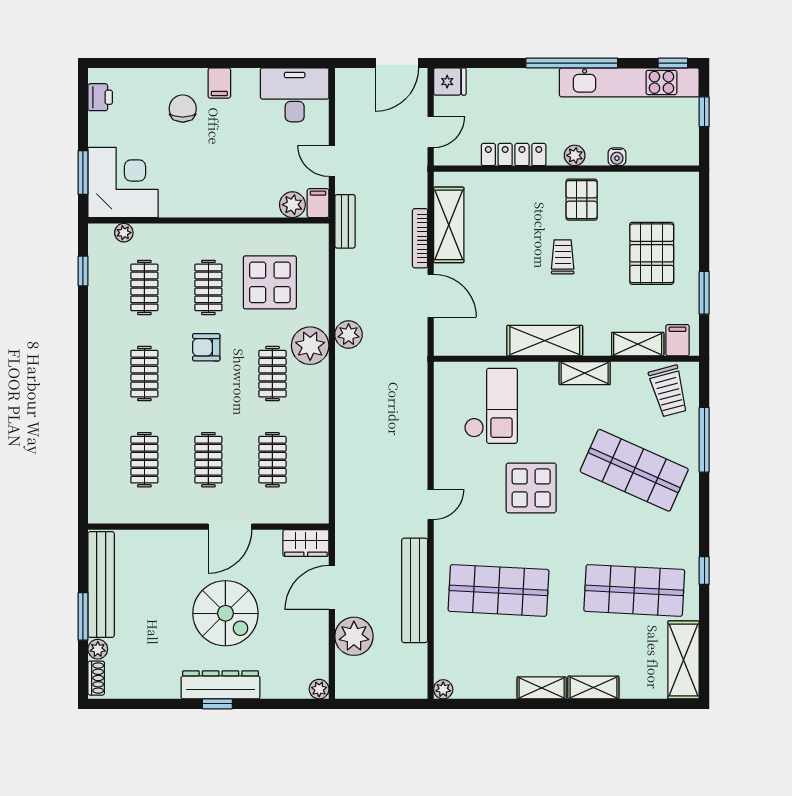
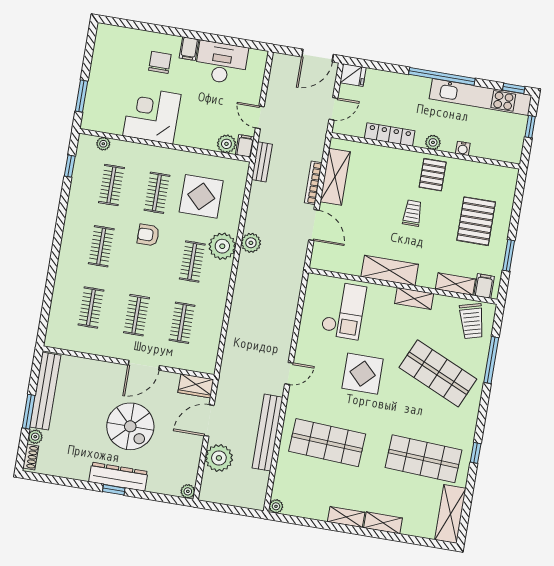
desk: (295, 95) -> (221, 63), moved
printer: (100, 97) -> (103, 45), removed
corner desk: (123, 182) -> (152, 115), moved, turned -90

